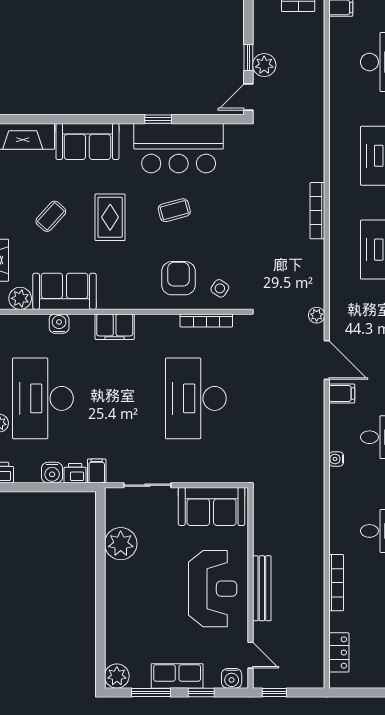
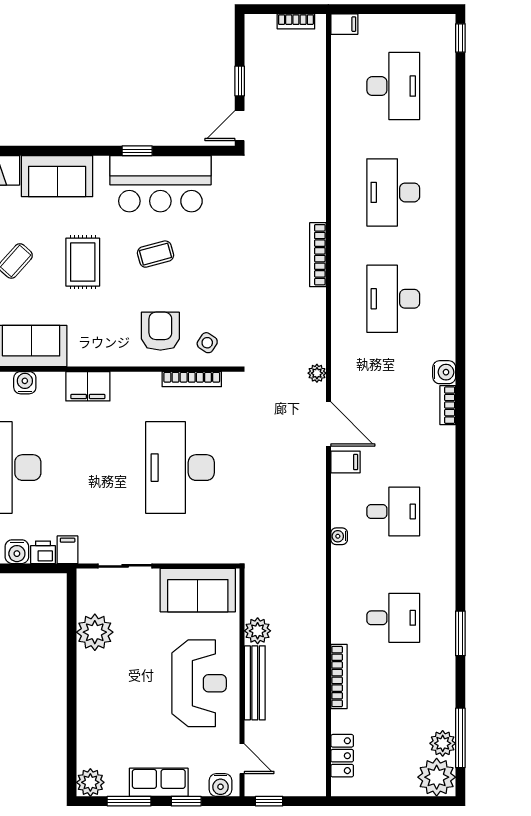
plant: (264, 65) -> (258, 631), moved

